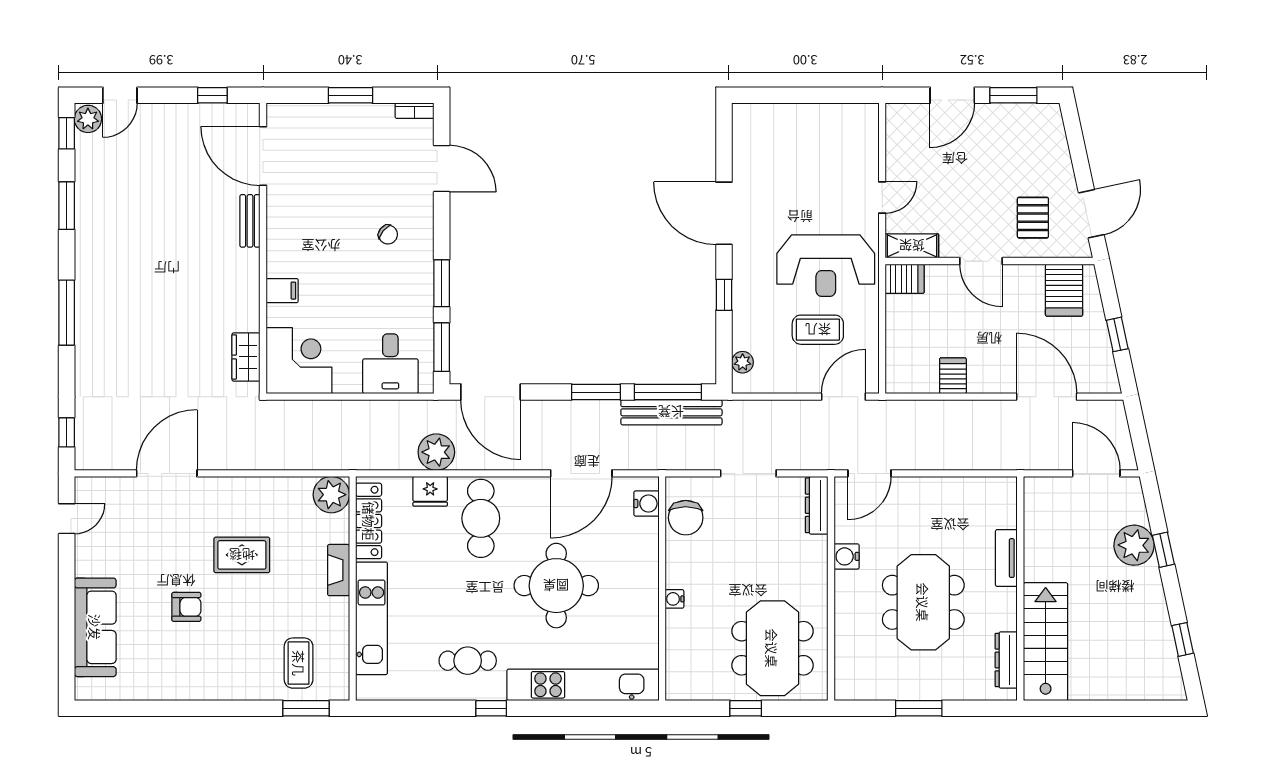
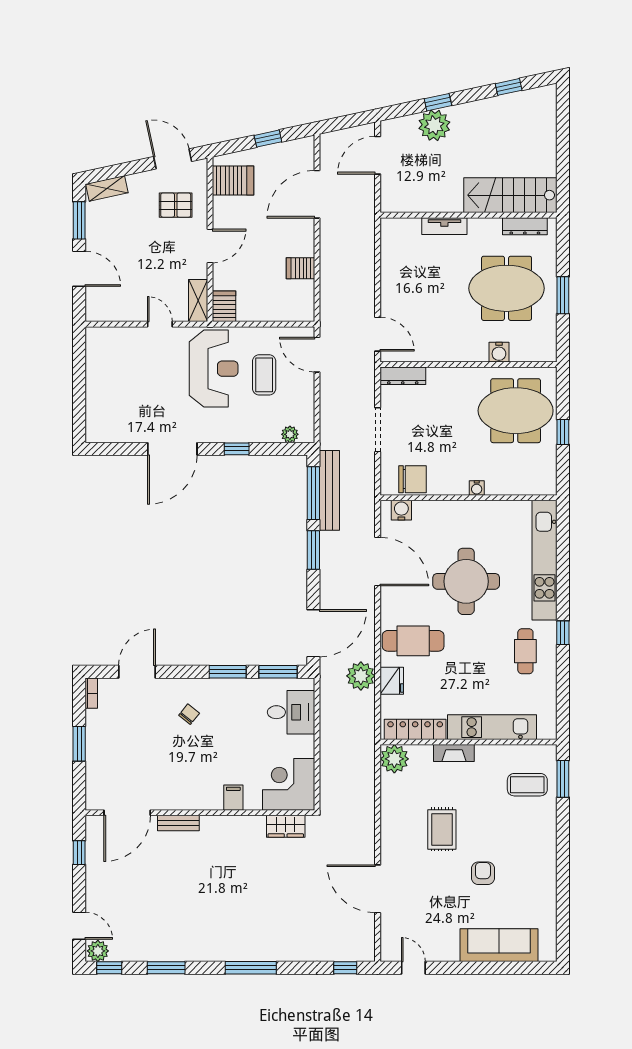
shelving: (1054, 130) -> (107, 188), added
water cooler: (847, 556) -> (499, 352), moved
meeting table: (923, 602) -> (507, 288), moved

